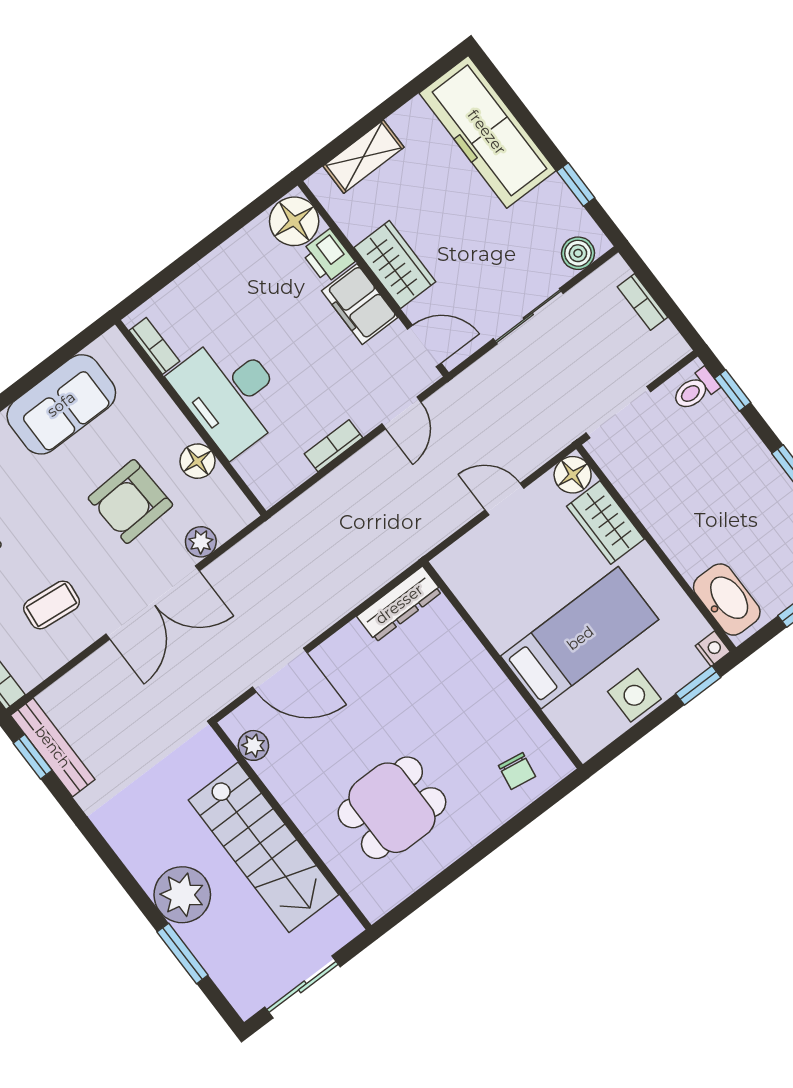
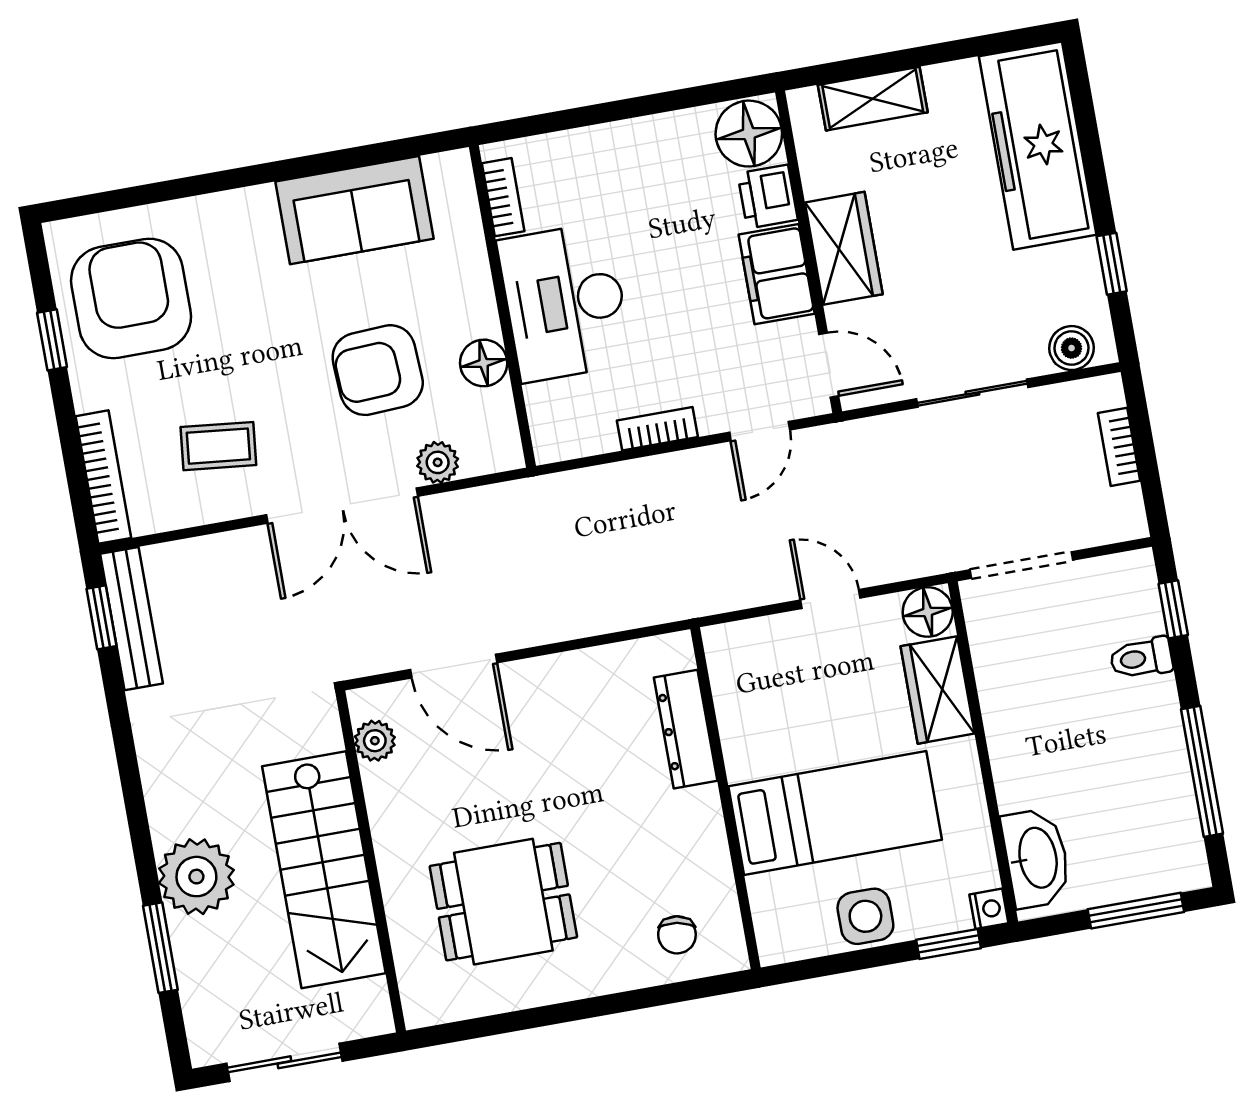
toilet: (695, 390) -> (1141, 658), moved
dresser: (399, 604) -> (686, 729), moved, turned 90

